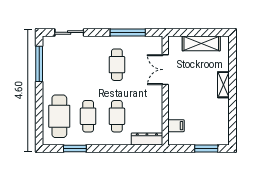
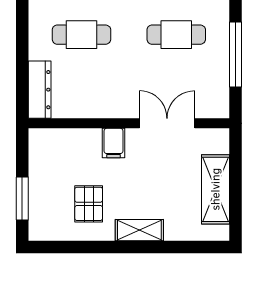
pallet: (209, 112) -> (89, 204), added
filing cabinet: (176, 126) -> (114, 143), moved

